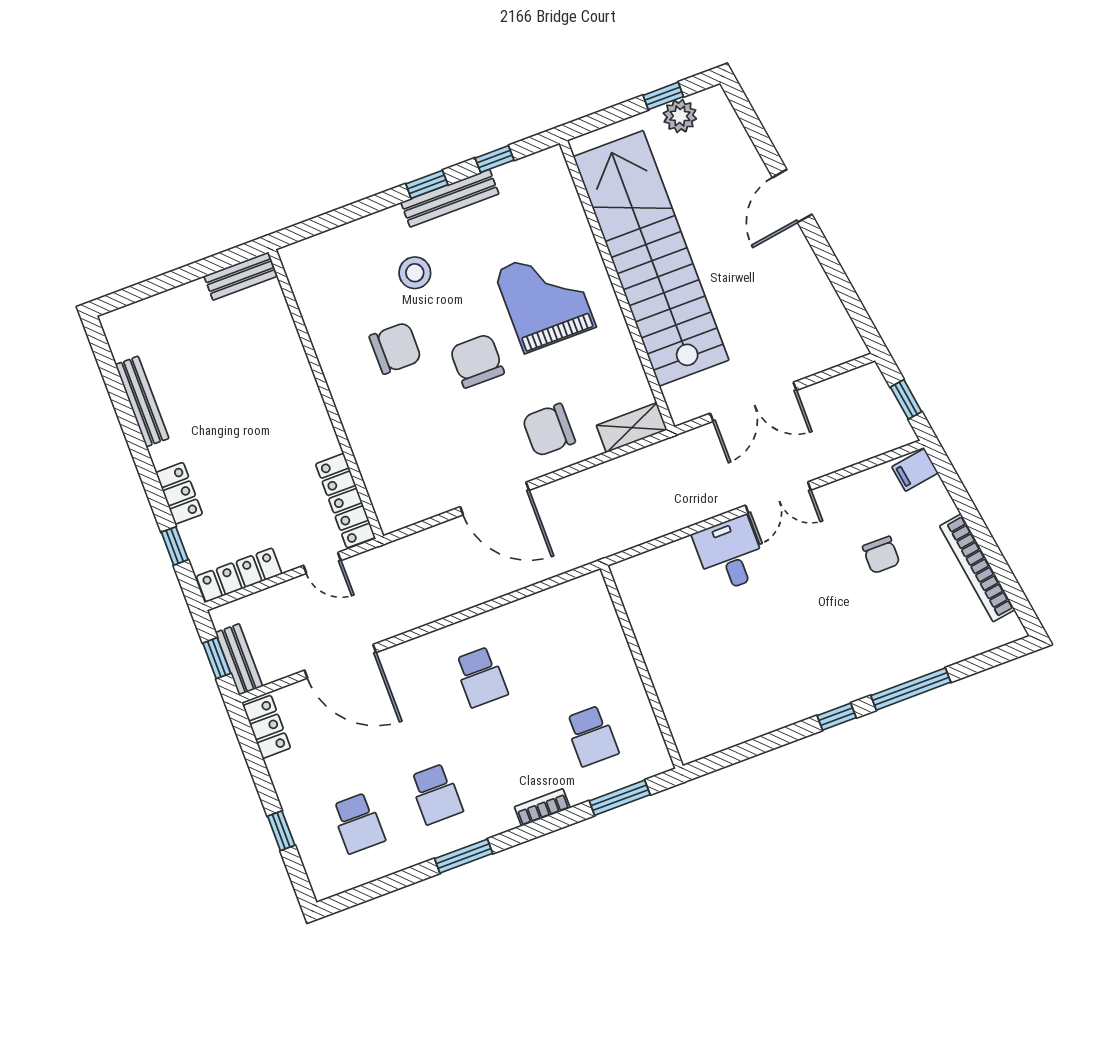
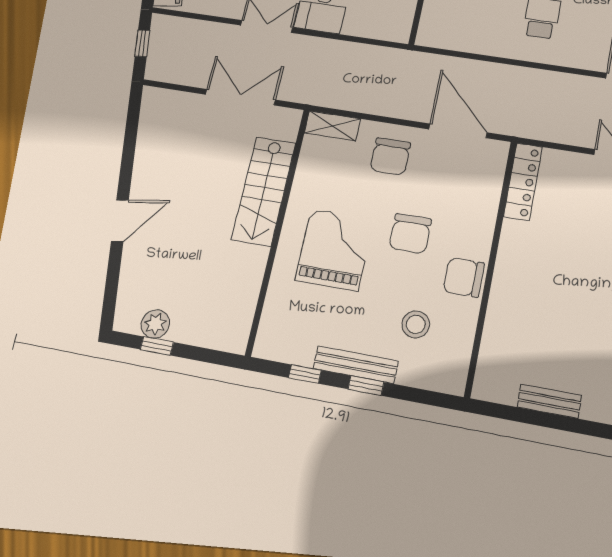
stairs: (651, 258) -> (264, 191), width x0.54, depth x0.66
grand piano: (545, 299) -> (334, 250), turned 180
wall: (326, 394) -> (491, 266), moved
chair: (549, 430) -> (390, 156), turned 90
locker: (345, 501) -> (523, 182), moved

